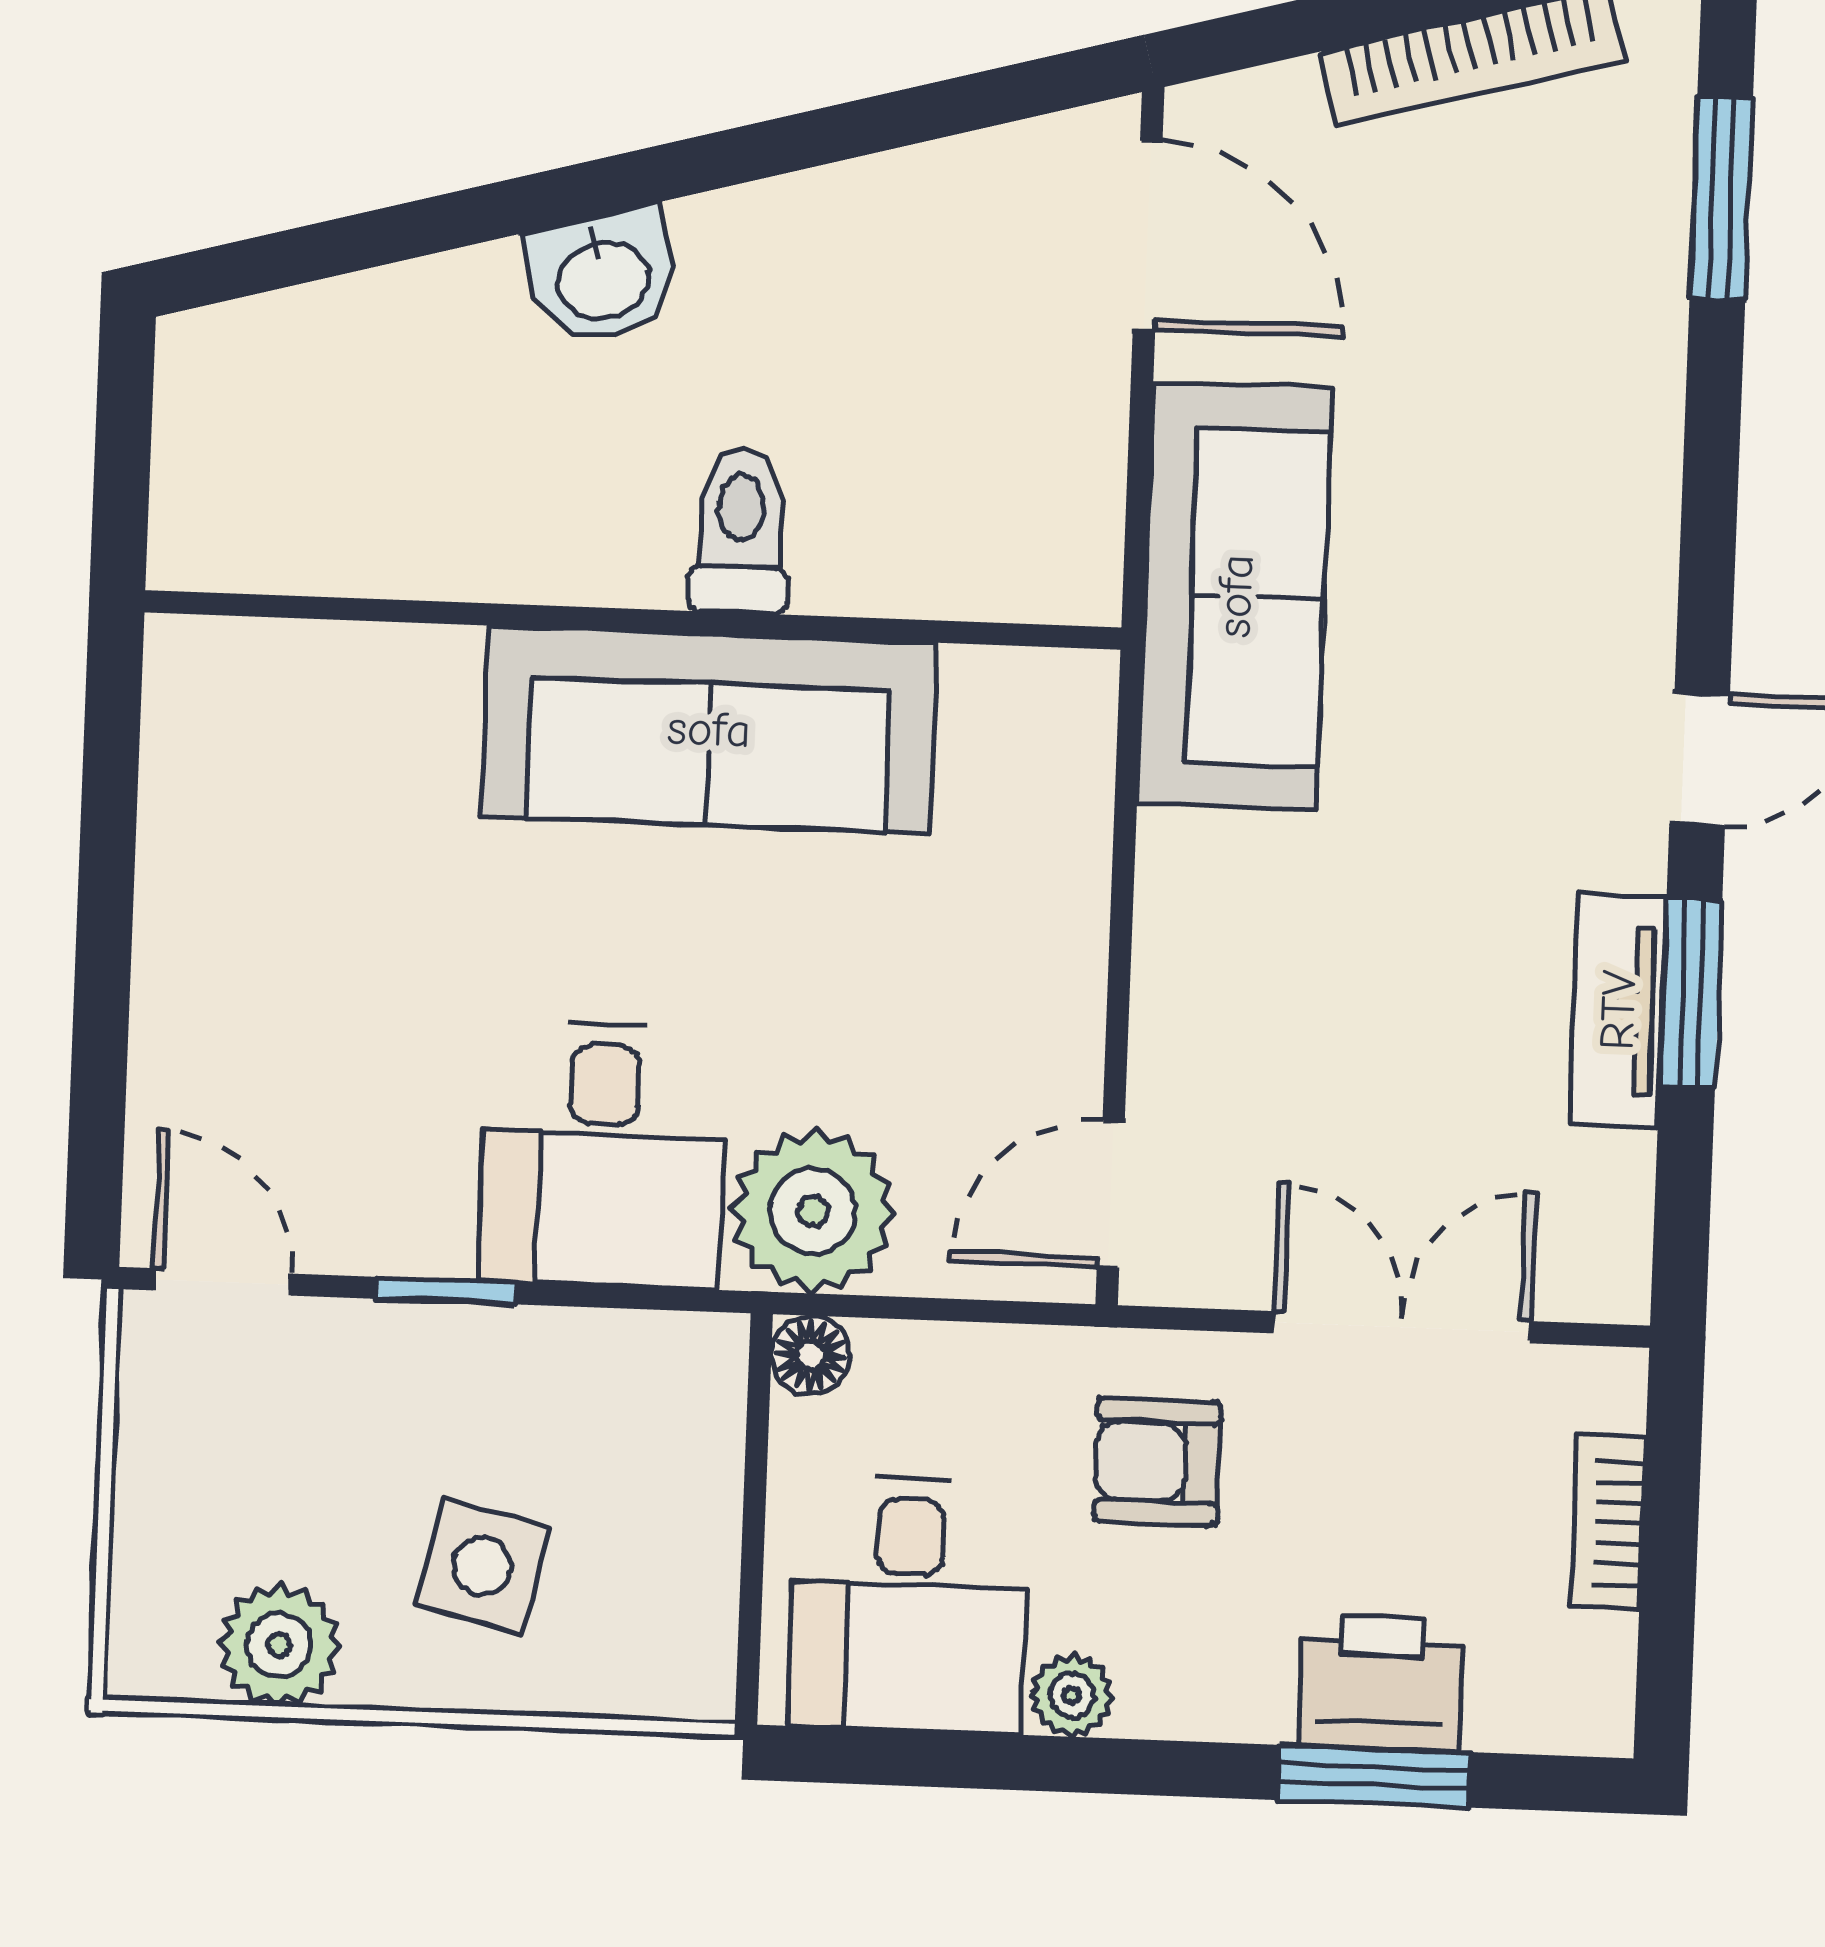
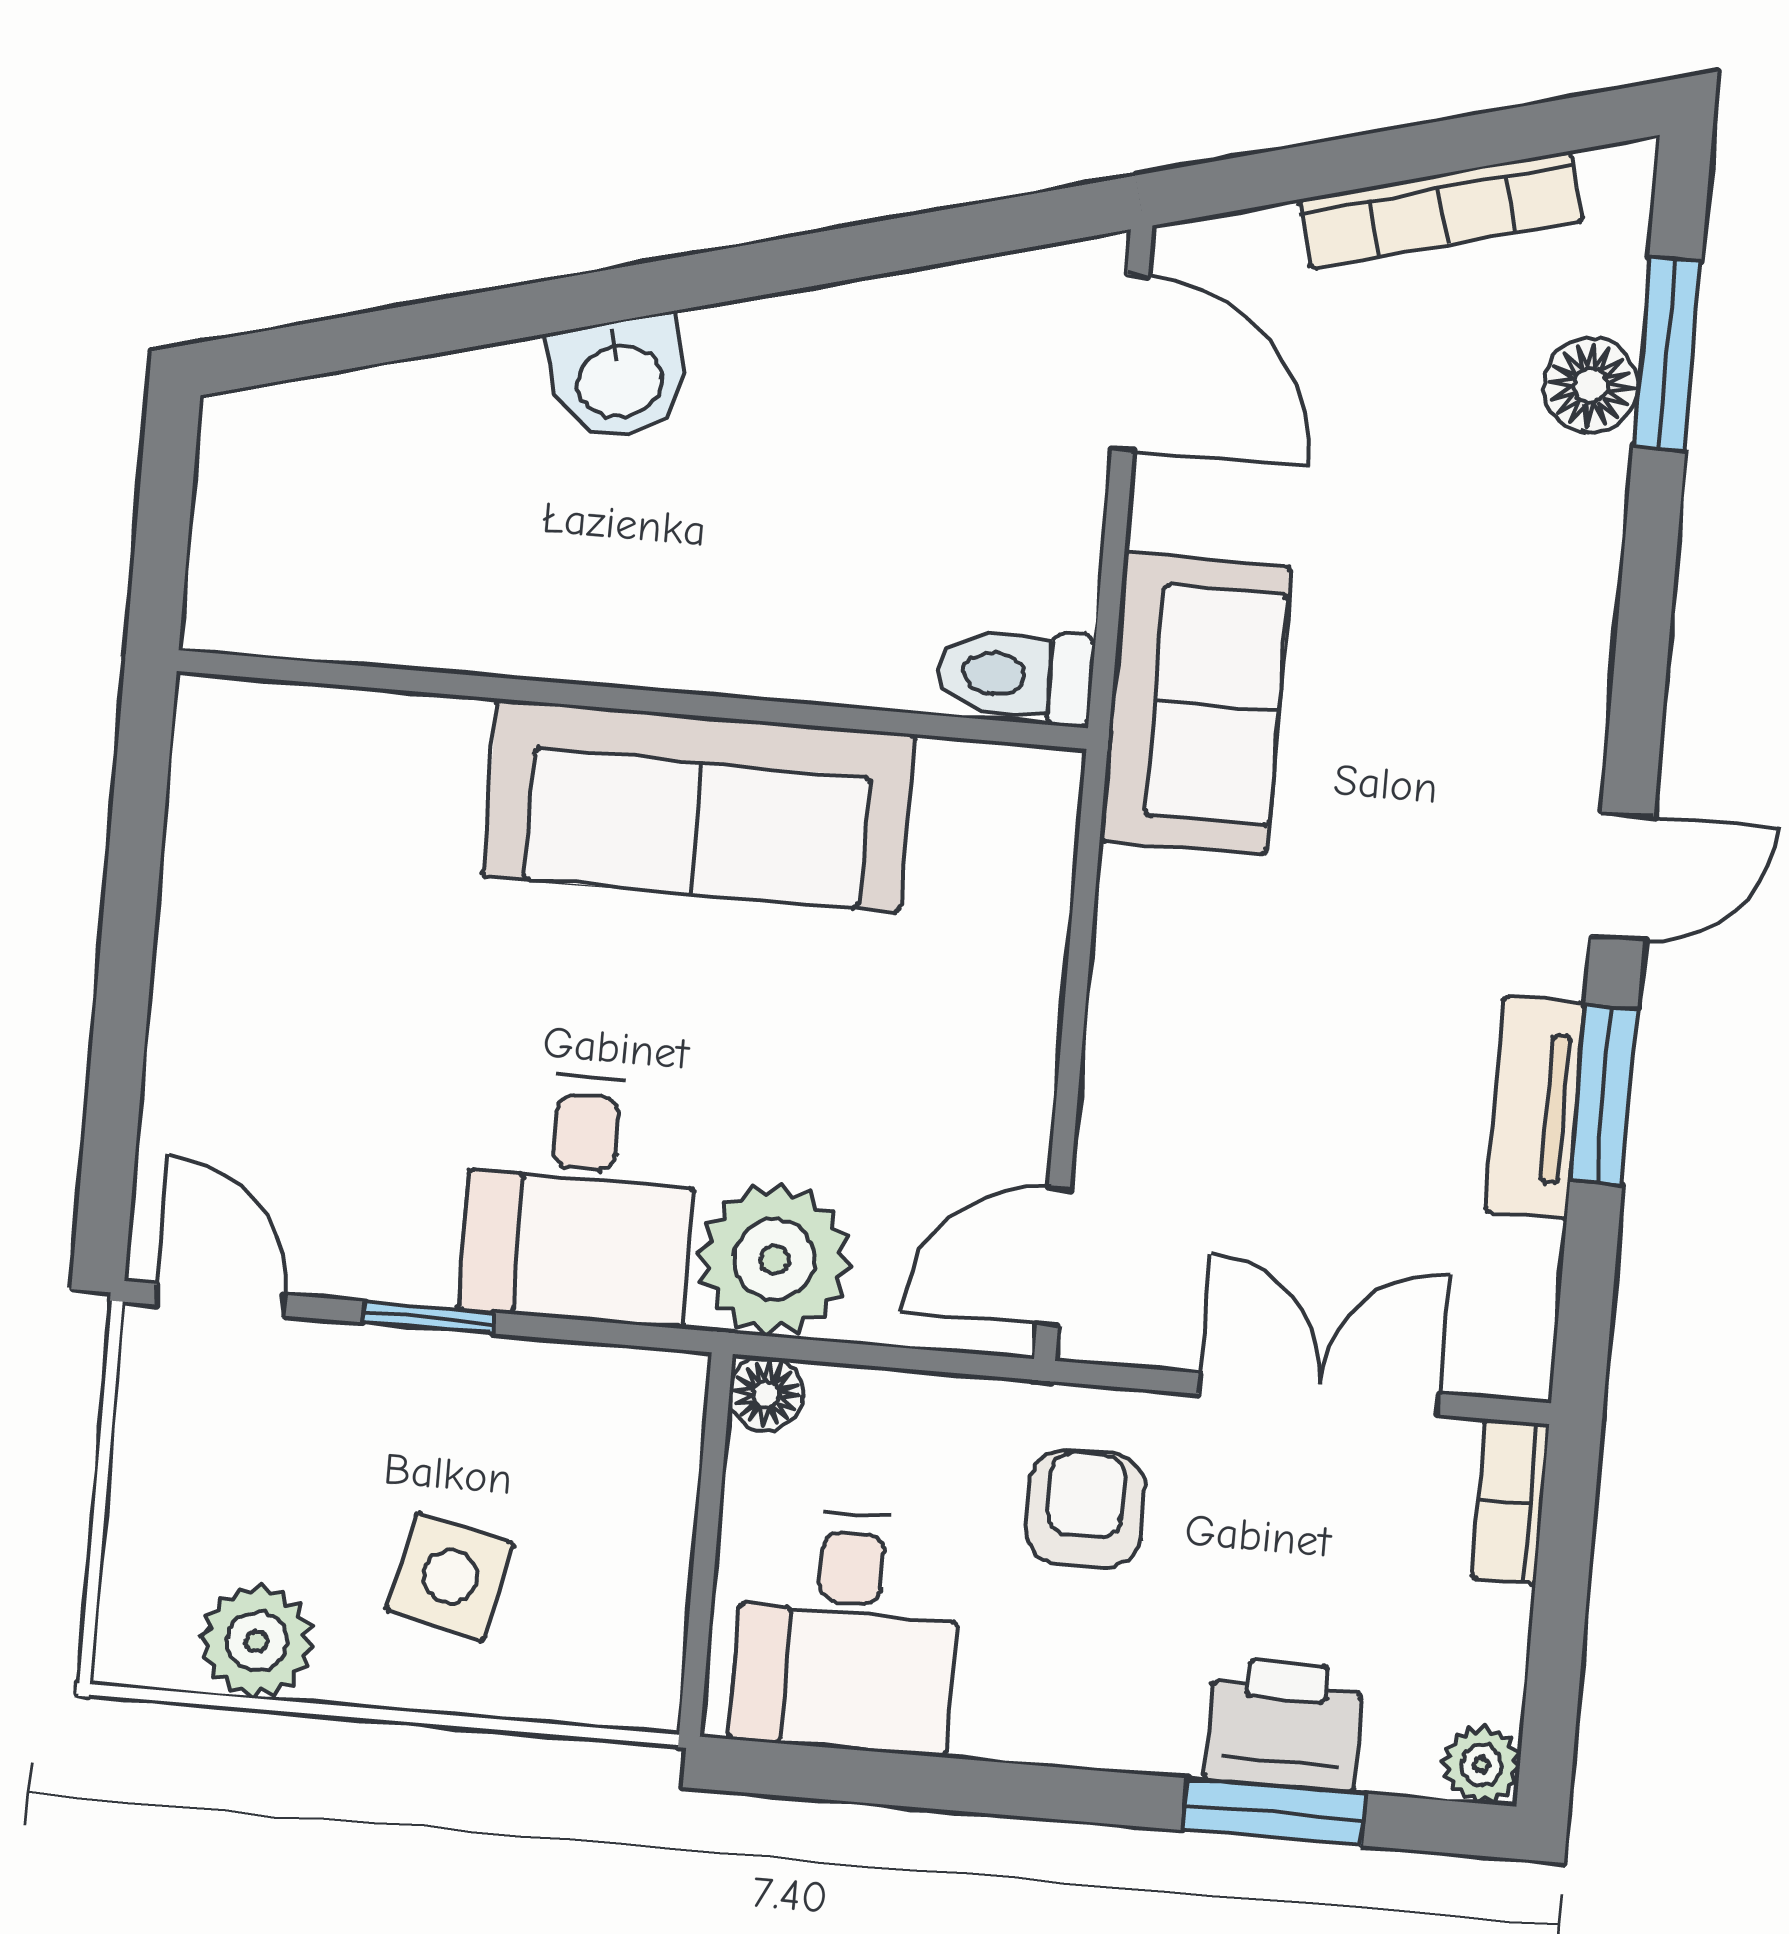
floor lamp: (1641, 236) -> (1591, 386), added
toilet: (740, 531) -> (1016, 675), moved, turned -90
sofa: (1235, 596) -> (1195, 703), width x0.73
armchair: (1158, 1462) -> (1085, 1509), turned 90
bookcase: (1608, 1523) -> (1511, 1501), moved
plant: (1072, 1695) -> (1481, 1765), moved

